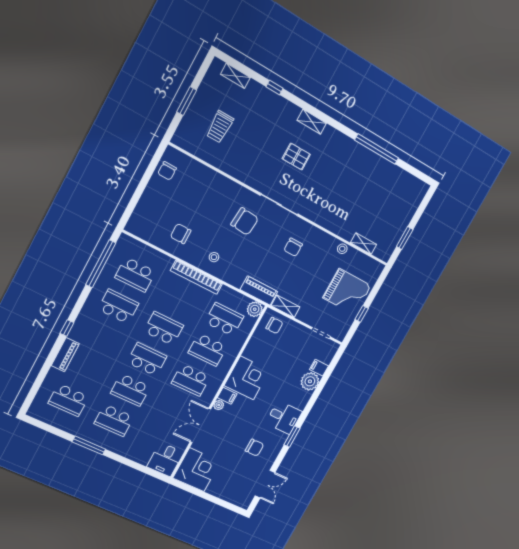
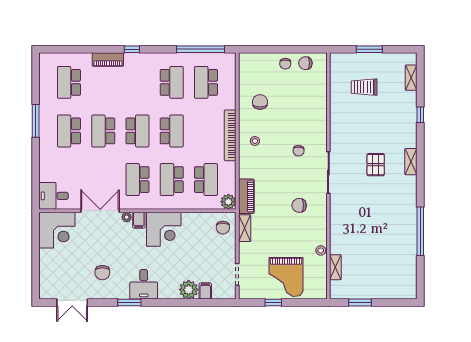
chair: (157, 190) -> (285, 64), added
chair: (245, 221) -> (299, 151), width x0.54, depth x0.54

